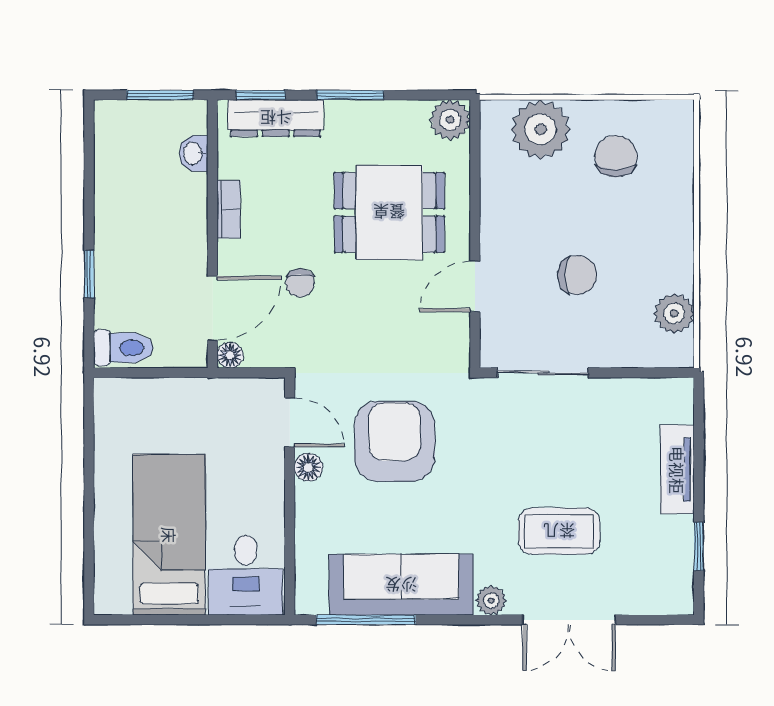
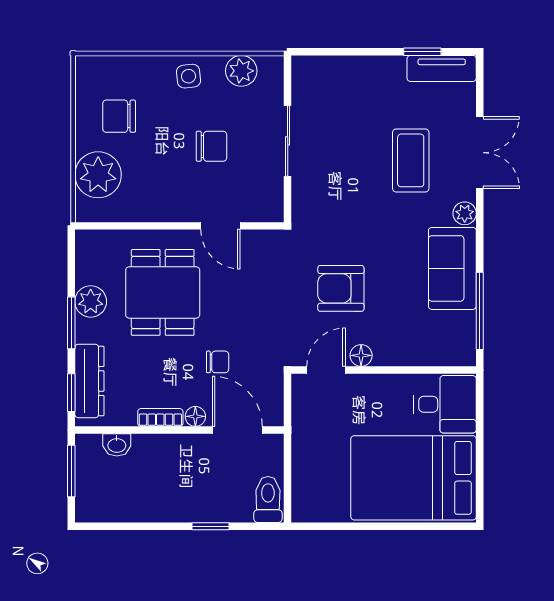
plant: (450, 120) -> (91, 301), moved
side table: (667, 246) -> (189, 76), added
chair: (577, 275) -> (211, 146), turned 90
floor lamp: (230, 355) -> (195, 416), moved
sliding door: (543, 373) -> (288, 141), moved
armchair: (395, 441) -> (341, 288), width x0.73, depth x0.73
tv unit: (677, 470) -> (442, 68), moved
bed: (169, 535) -> (414, 478), width x1.50
sofa: (401, 585) -> (452, 268), width x0.73

